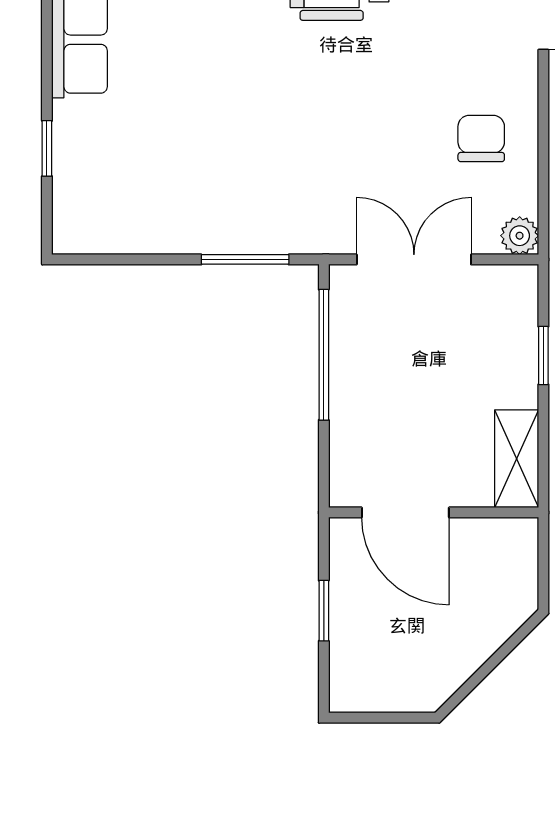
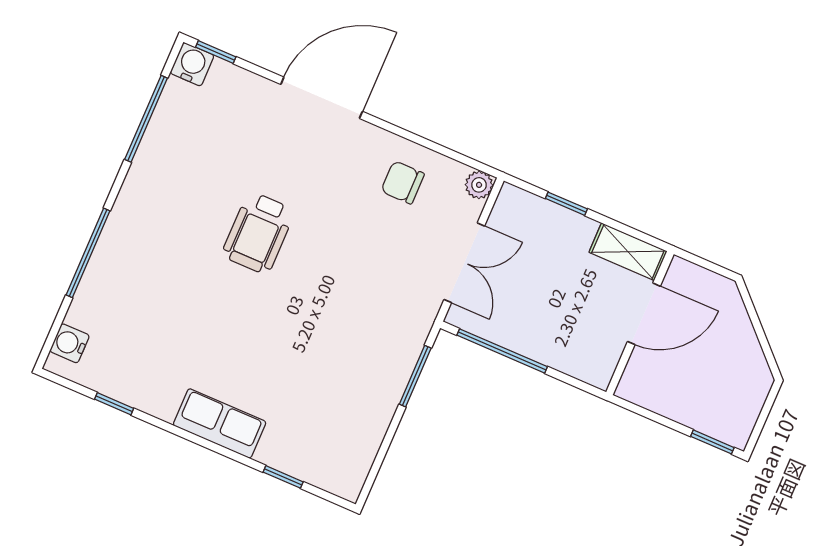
double door: (414, 259) -> (464, 263), swing flipped
door: (405, 512) -> (644, 314), moved
window: (324, 611) -> (712, 442), moved

